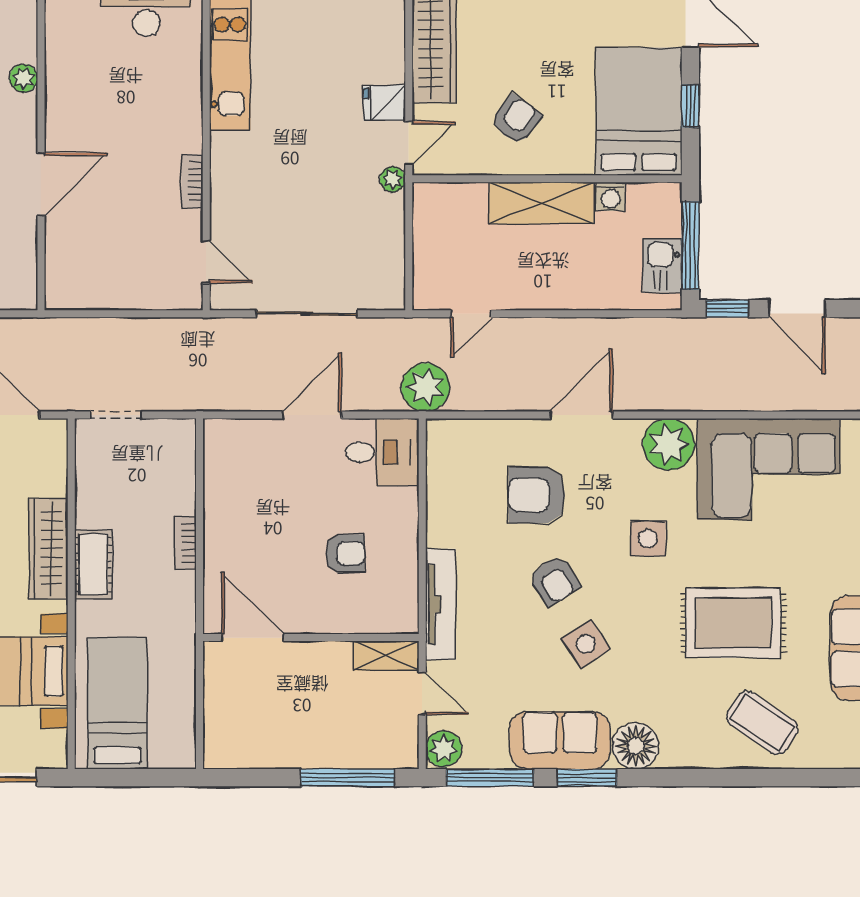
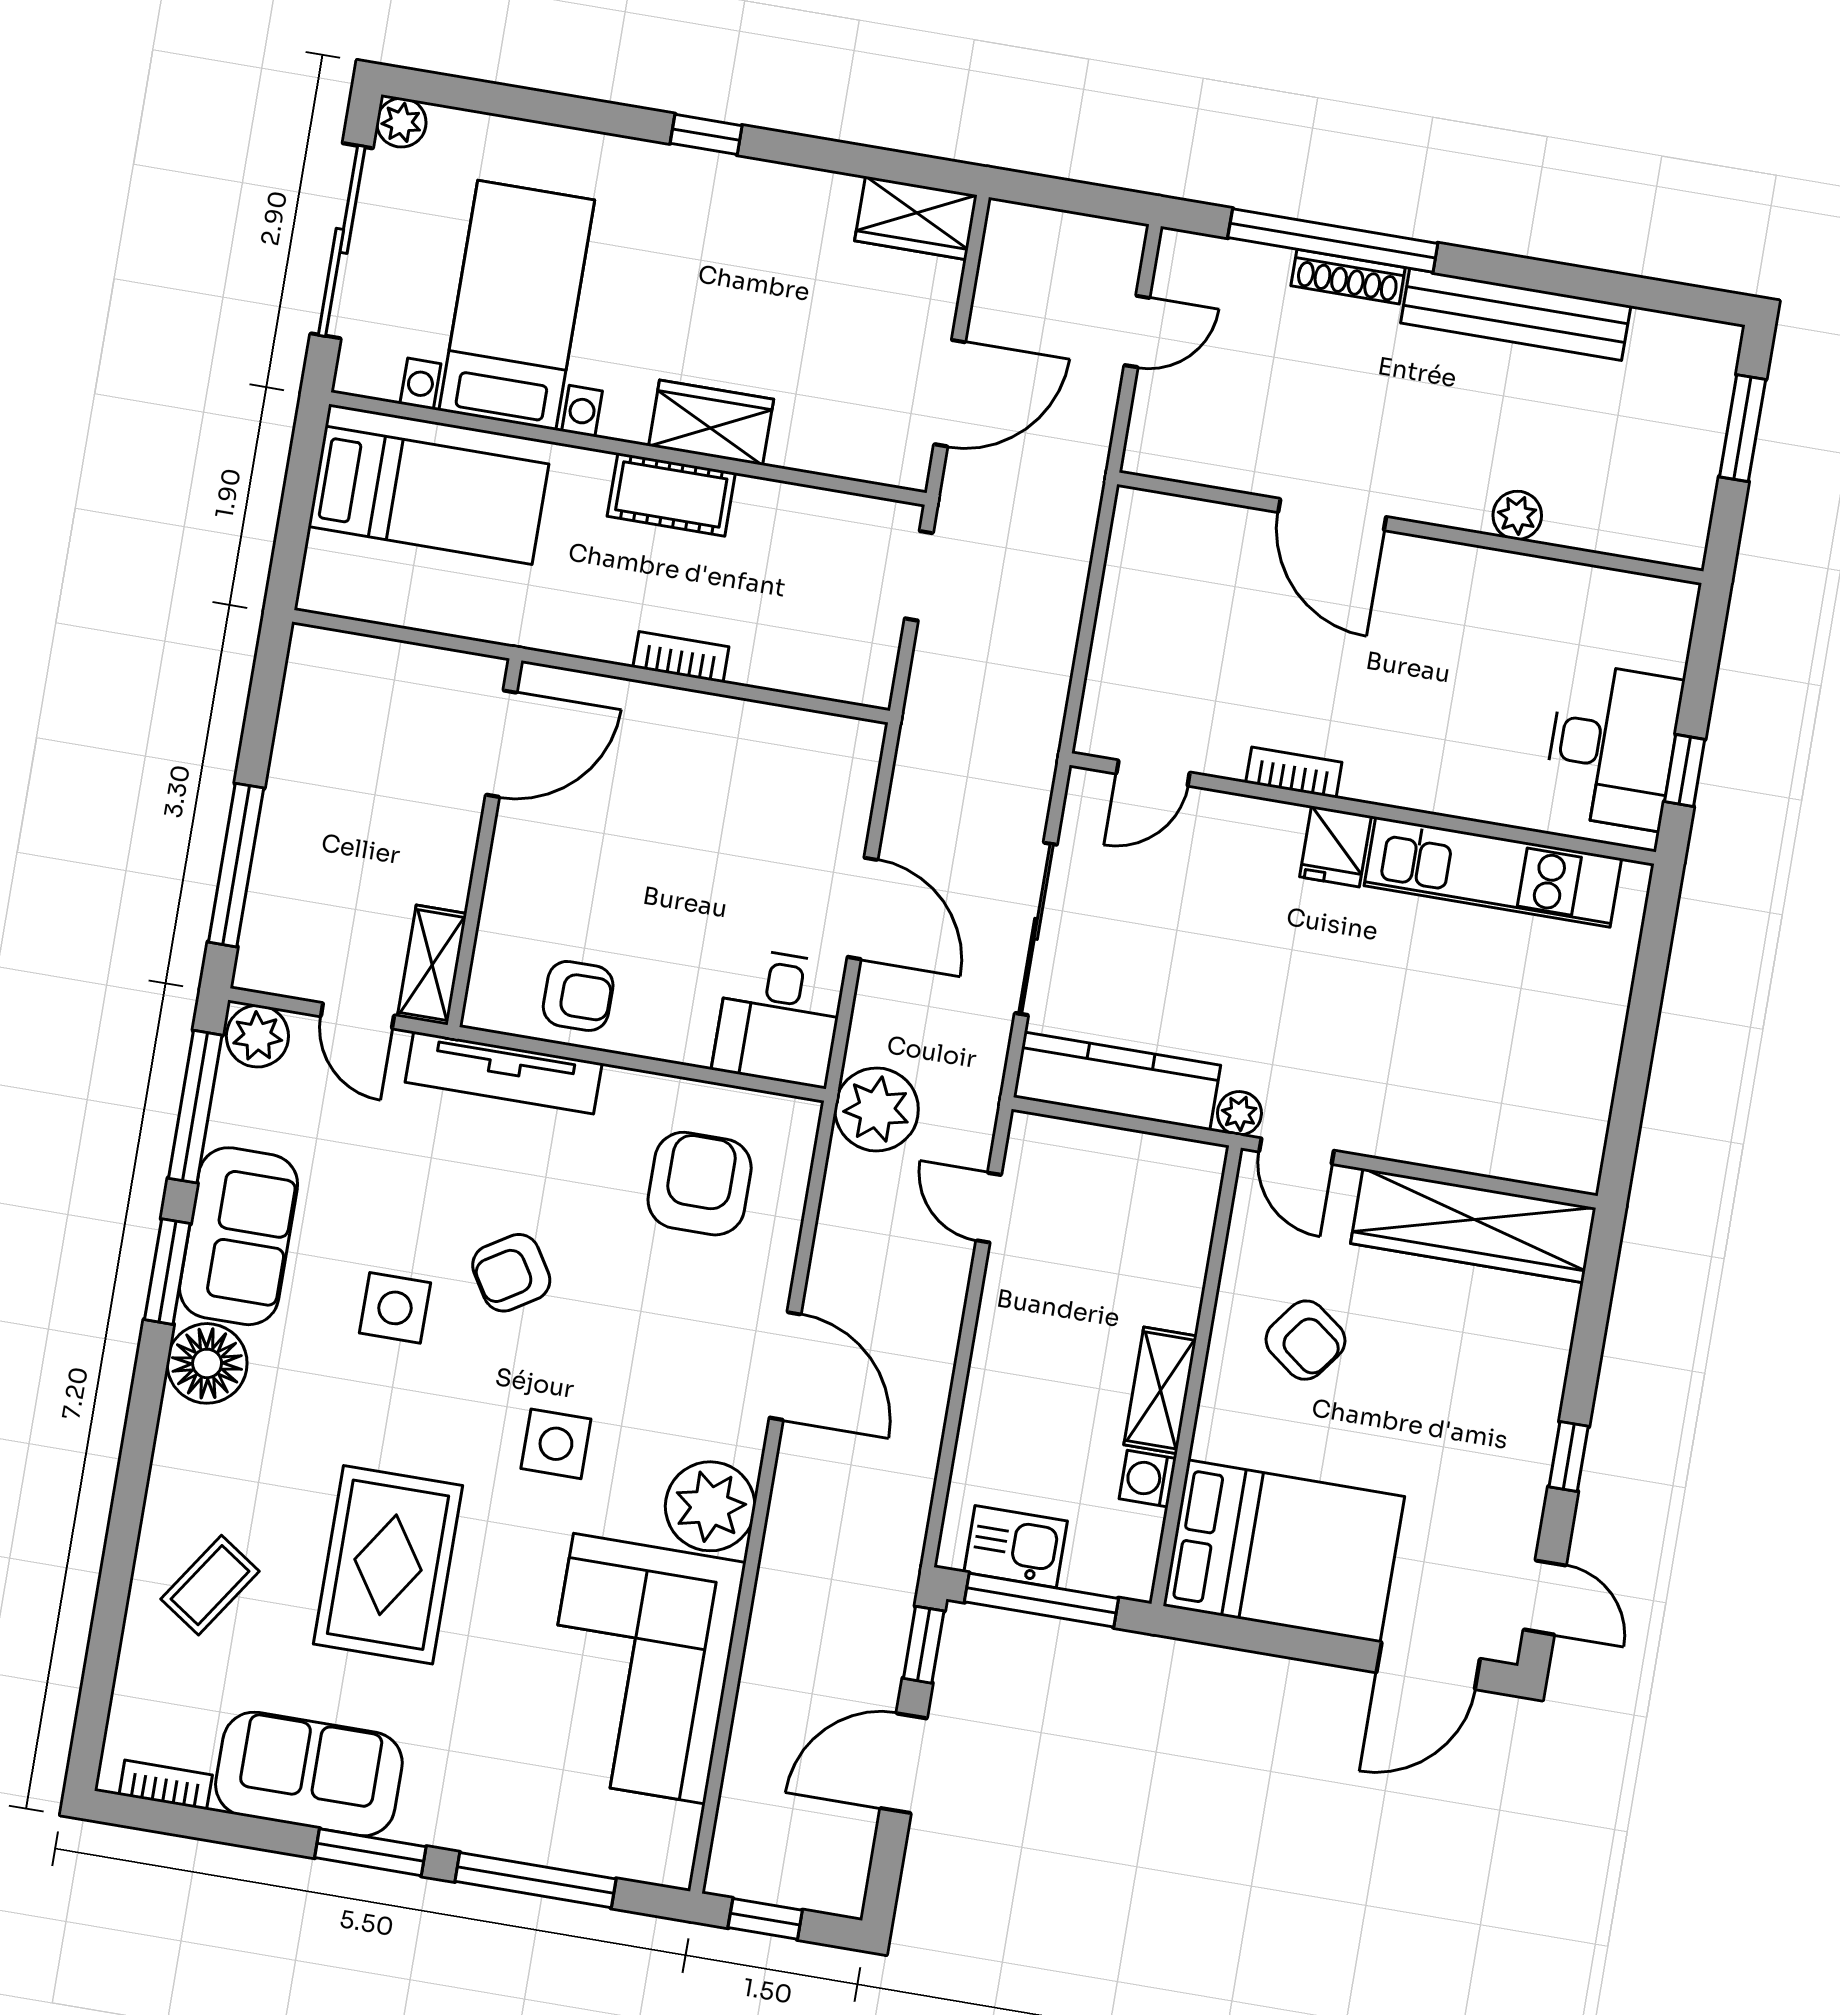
fridge: (384, 103) -> (1335, 846), moved, turned 180
window: (690, 106) -> (1279, 1640), removed
shelving: (541, 203) -> (1160, 1390), width x0.67, depth x0.75
kitchen counter: (386, 253) -> (1117, 1081), added
armchair: (537, 495) -> (700, 1184), moved
wardrobe: (48, 549) -> (711, 423), width x0.67
armchair: (345, 553) -> (578, 996), moved, turned -90
side table: (586, 644) -> (395, 1308), turned 33
door: (422, 693) -> (357, 1016), hinge flipped
coffee table: (762, 723) -> (210, 1585), width x0.73, depth x0.77

